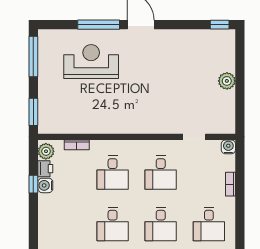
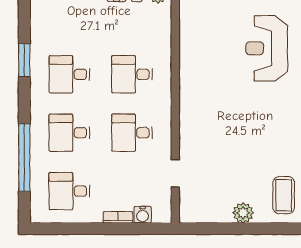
coffee table: (212, 48) -> (284, 195), added
reception desk: (91, 61) -> (267, 48), turned 180
bookcase: (77, 145) -> (166, 31), removed
water cooler: (228, 147) -> (143, 215), moved, turned 90

